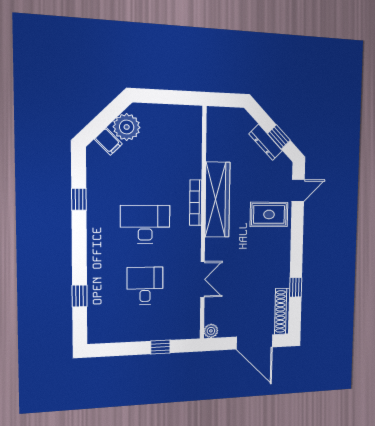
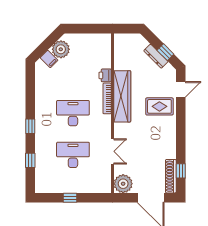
printer: (193, 169) -> (105, 75), added
window: (79, 199) -> (30, 126), moved
desk: (145, 286) -> (73, 155), width x1.37
window: (296, 287) -> (181, 171), moved
plant: (211, 331) -> (123, 184), width x1.87, depth x1.87
window: (160, 347) -> (70, 198), moved

